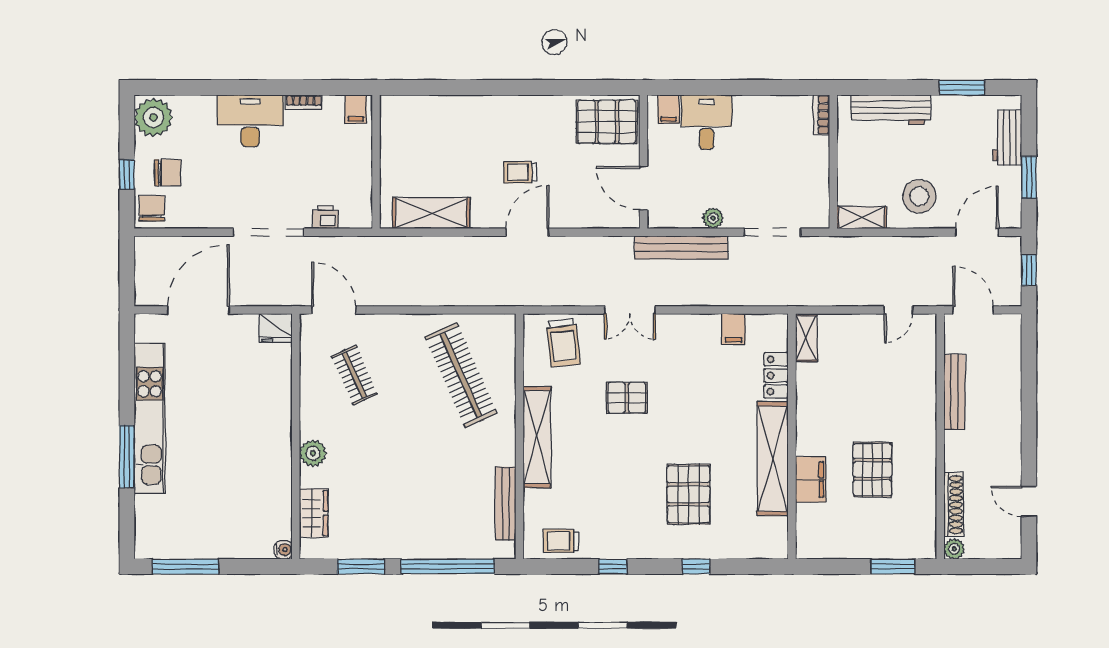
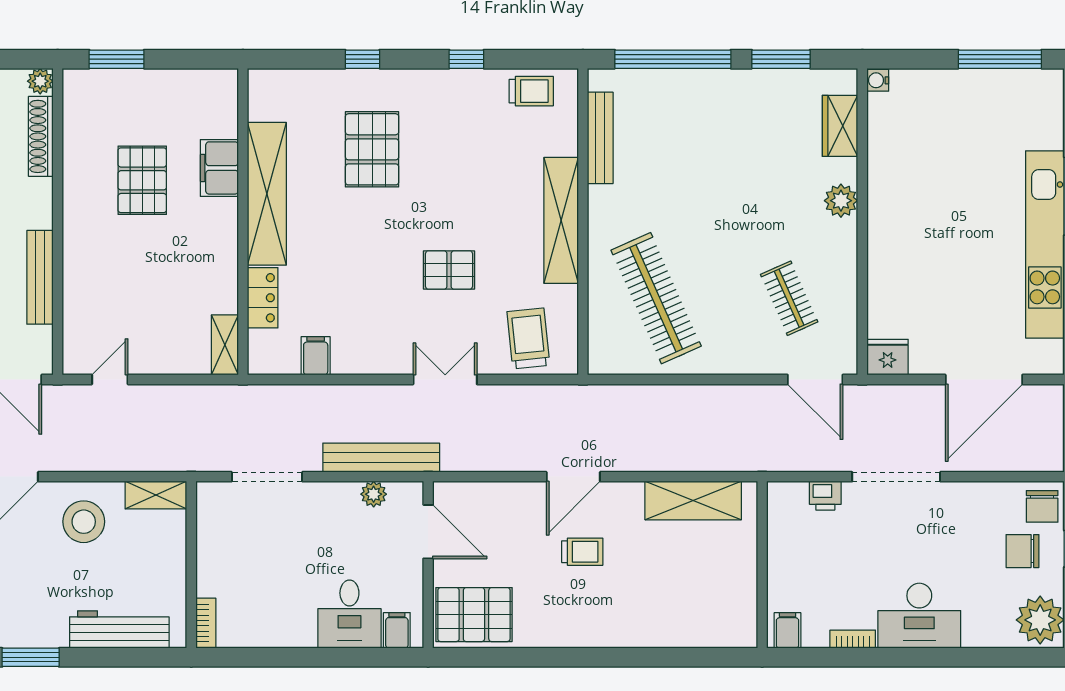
plant: (713, 218) -> (374, 494), moved

